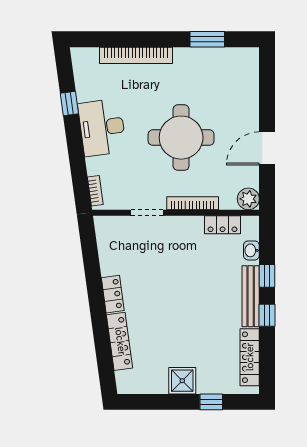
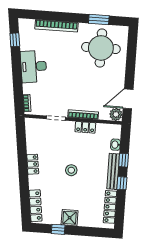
window: (69, 103) -> (15, 40), moved
round table: (181, 138) -> (101, 48), moved
door: (267, 148) -> (128, 99), moved
locker: (223, 225) -> (85, 127), moved
stool: (179, 300) -> (71, 170), added
locker: (120, 341) -> (36, 206), moved
window: (211, 402) -> (58, 229), moved

